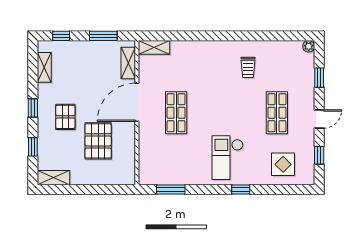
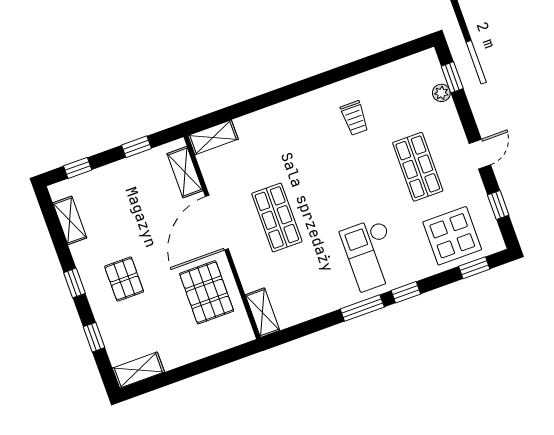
window: (103, 36) -> (136, 147), width x0.67
plant: (309, 46) -> (441, 93), moved
window: (319, 78) -> (452, 77), moved
pallet: (98, 141) -> (207, 292), moved
display table: (283, 164) -> (452, 236), width x1.36, depth x1.36
shelving: (145, 170) -> (262, 313), added
window: (171, 189) -> (362, 308), moved
window: (290, 189) -> (474, 268), added

